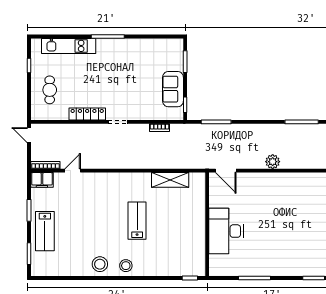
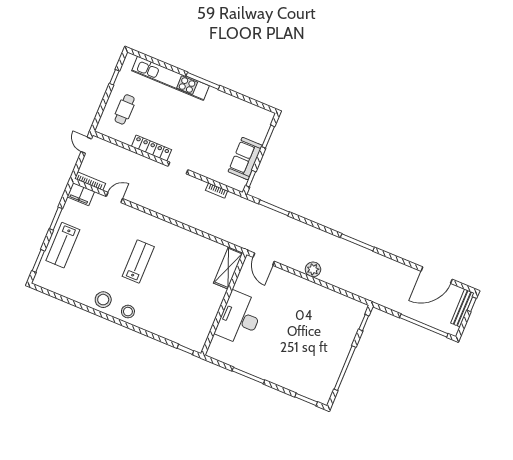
kitchen unit: (69, 46) -> (171, 78), width x1.36
shelving: (170, 180) -> (228, 268), moved, turned 90
lab bench: (137, 221) -> (138, 262), moved

